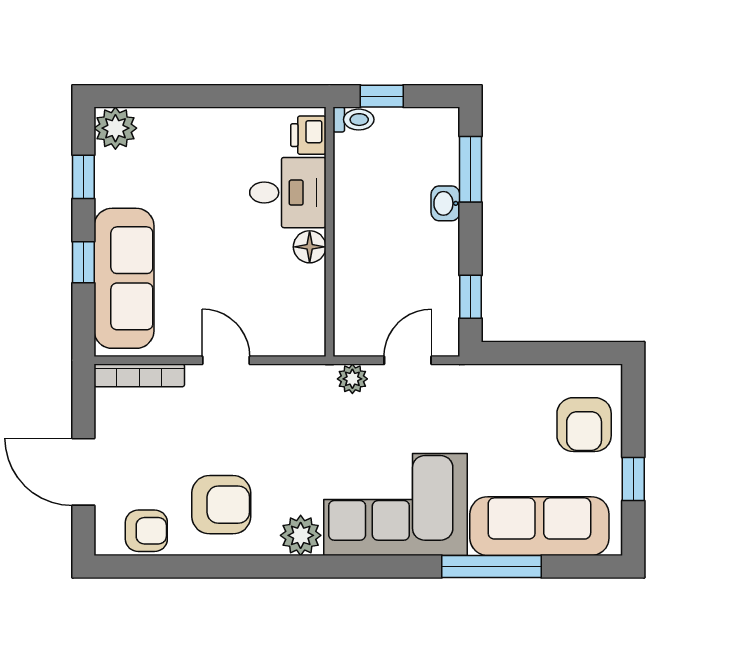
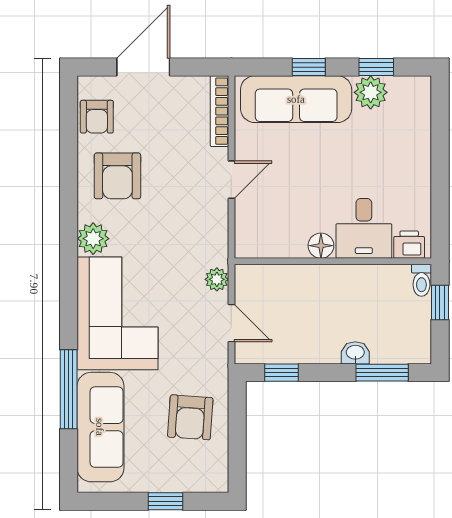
plant: (115, 128) -> (371, 92), moved
armchair: (584, 425) -> (190, 417), moved, turned -86
window: (633, 479) -> (165, 501), moved

